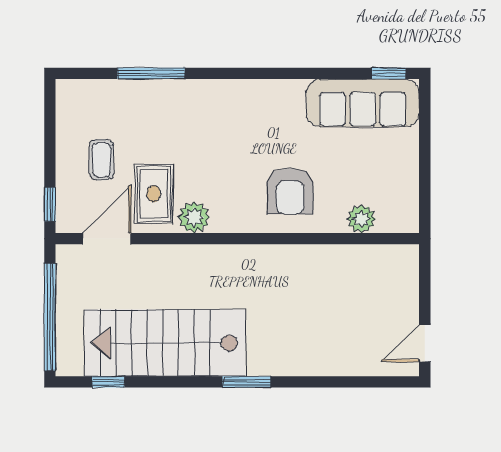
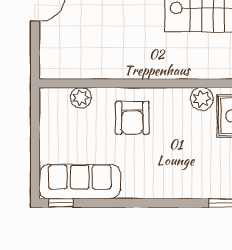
armchair: (290, 191) -> (132, 118), turned 180

